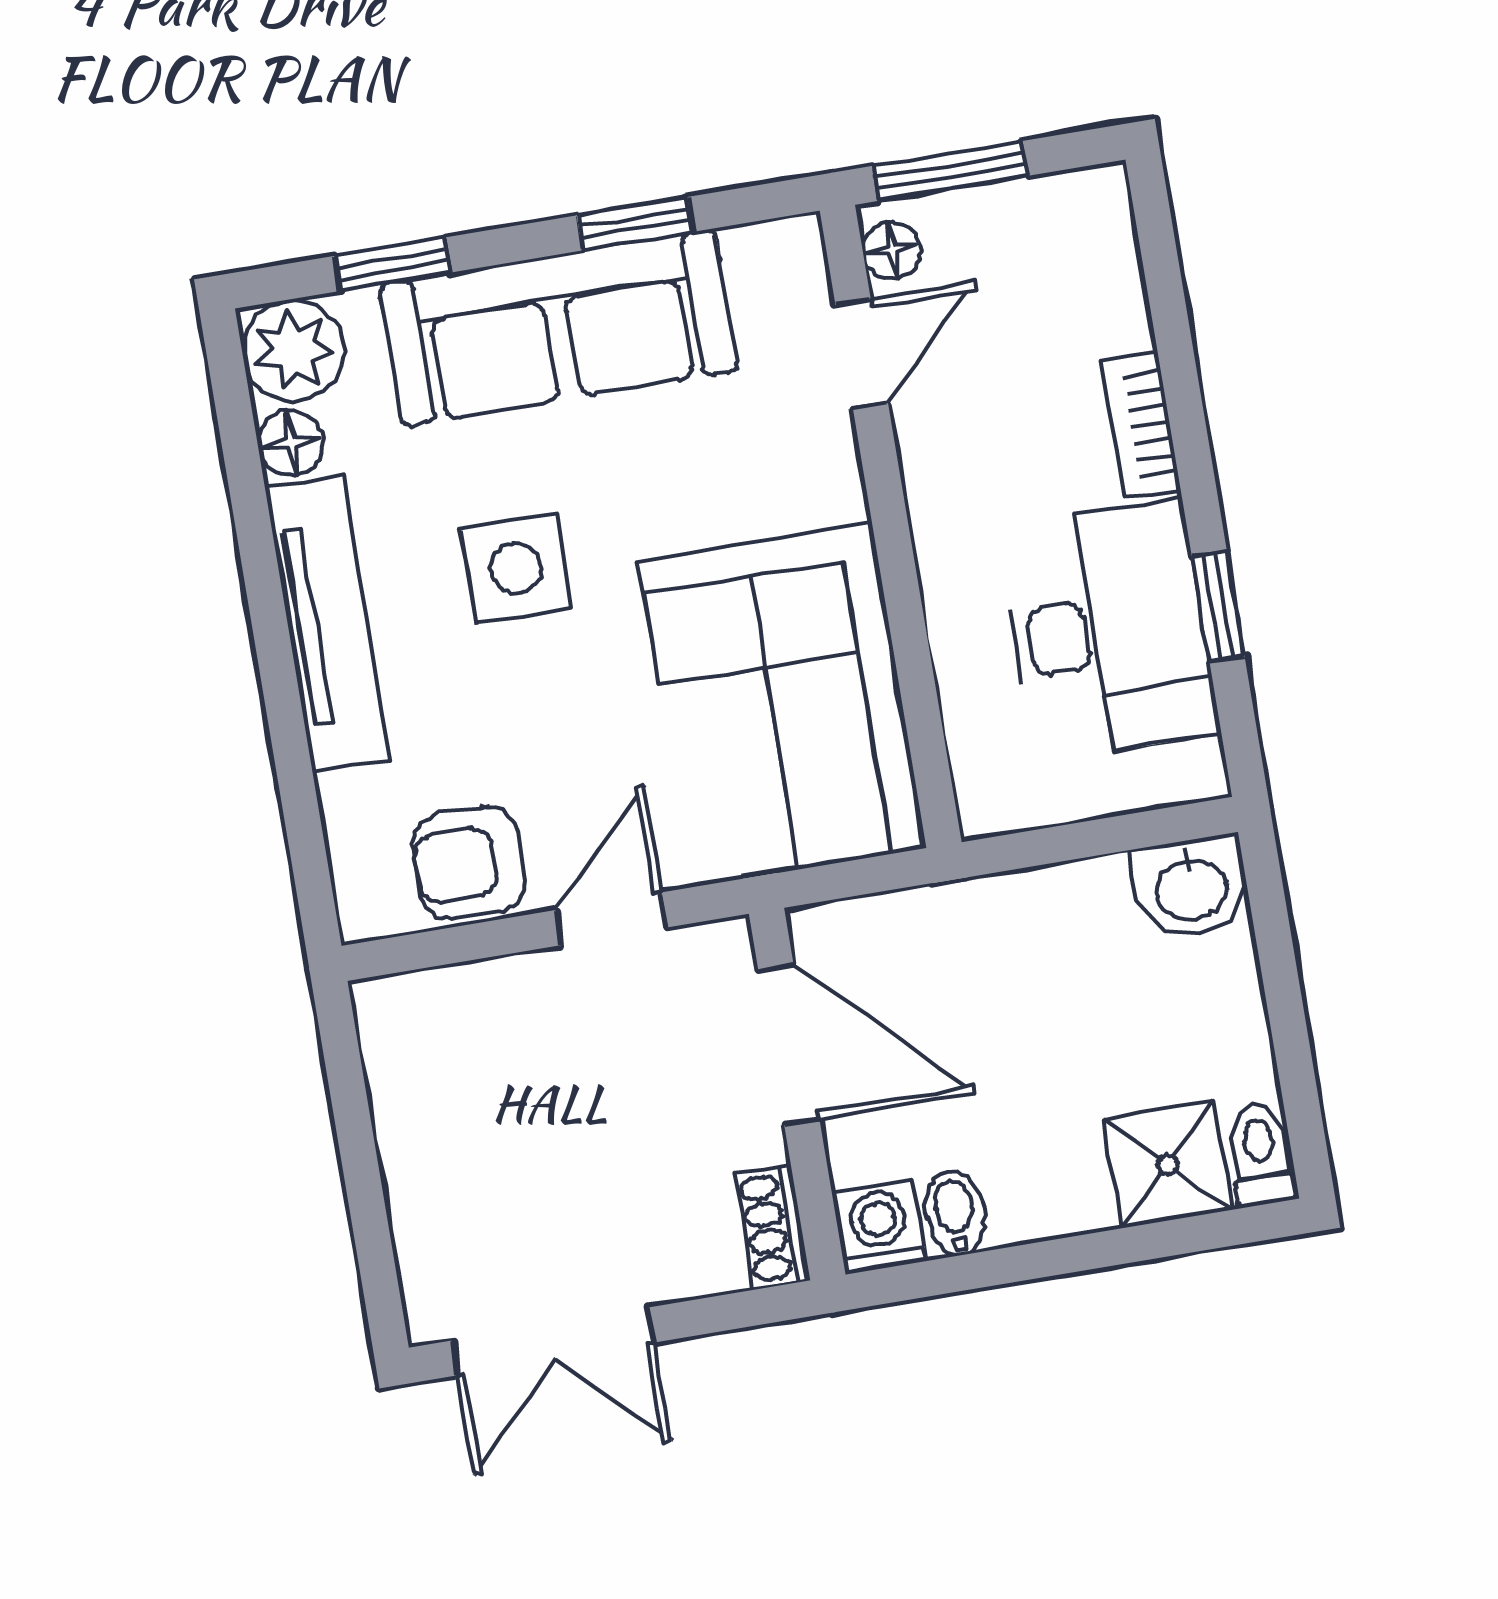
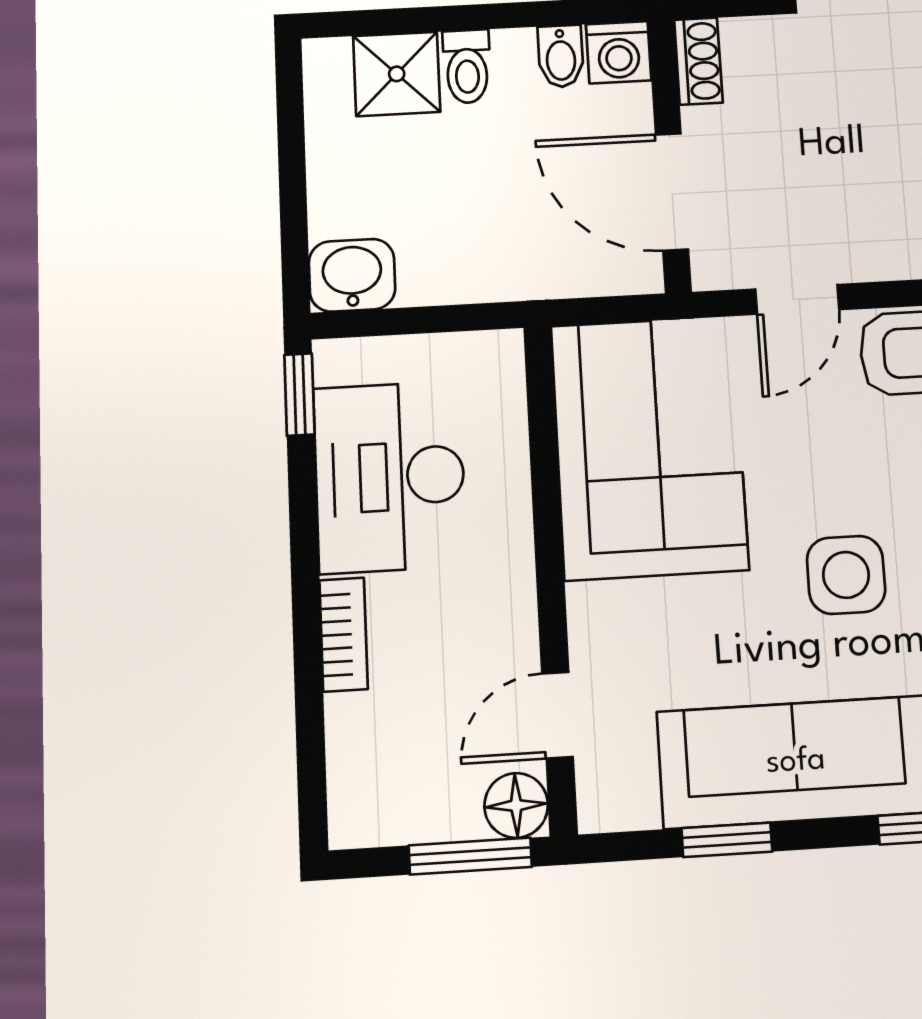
floor lamp: (892, 251) -> (516, 805), width x1.37, depth x1.37
window: (1218, 607) -> (299, 395), moved
toilet: (1261, 1154) -> (467, 66), moved

